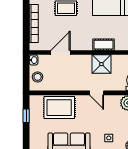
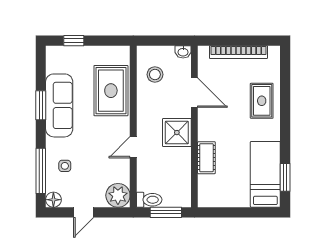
shower: (101, 64) -> (177, 133), moved
stool: (38, 77) -> (155, 74), moved
window: (26, 116) -> (74, 41), moved

